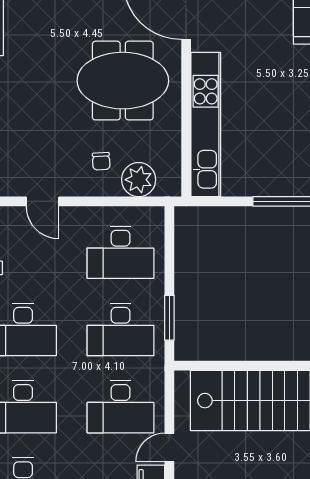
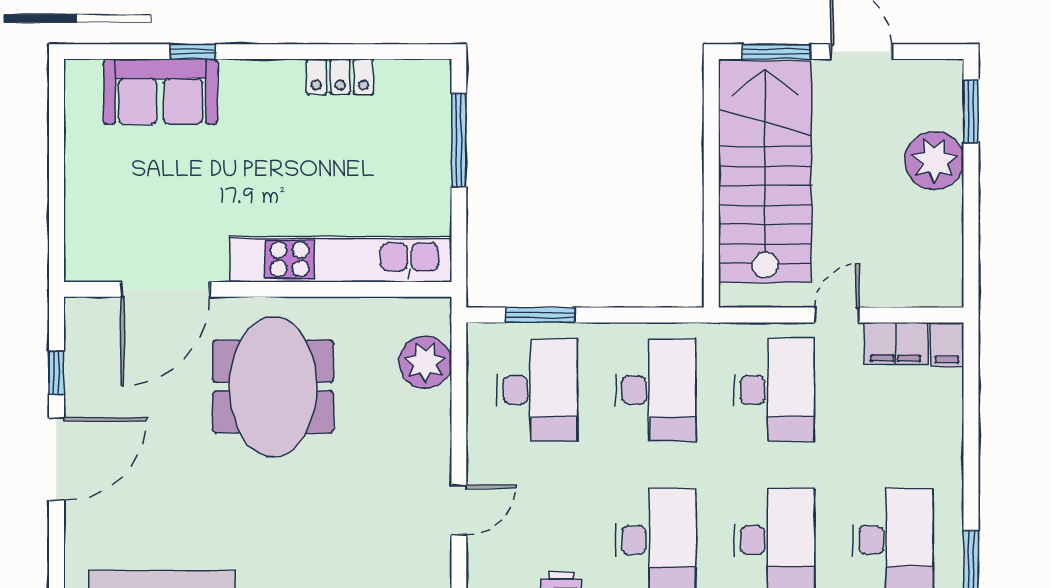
chair: (101, 161) -> (397, 420), removed
window: (169, 318) -> (540, 315), moved
door: (169, 448) -> (837, 315), swing flipped

